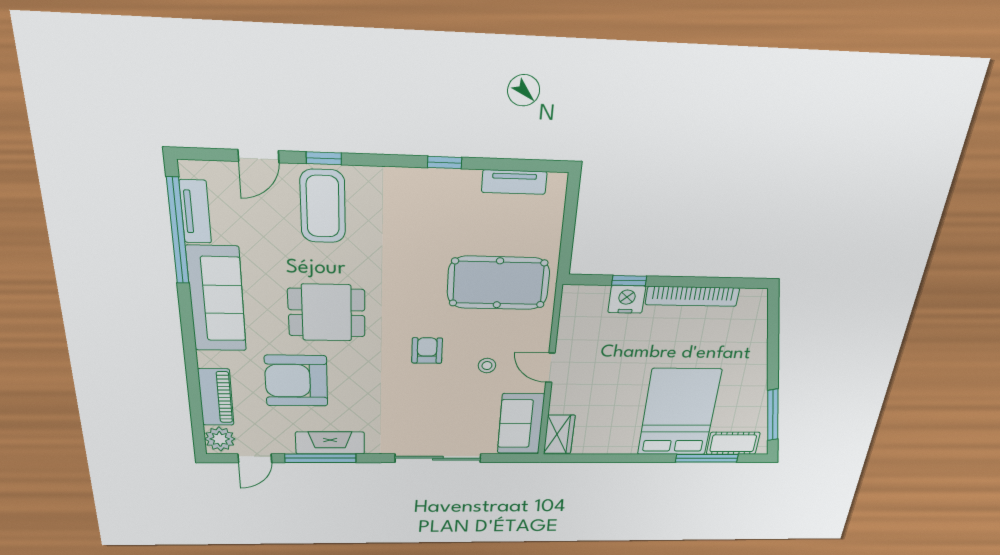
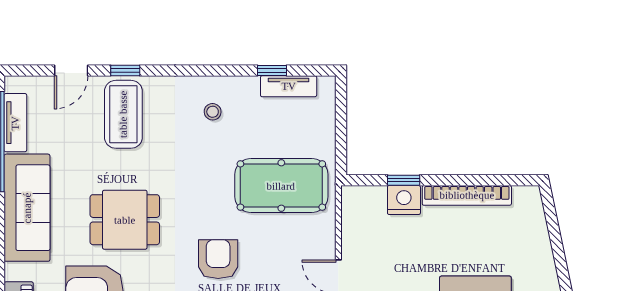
window: (445, 162) -> (272, 70), moved
armchair: (427, 351) -> (218, 259), width x1.38, depth x1.38
stool: (487, 366) -> (213, 112), moved

